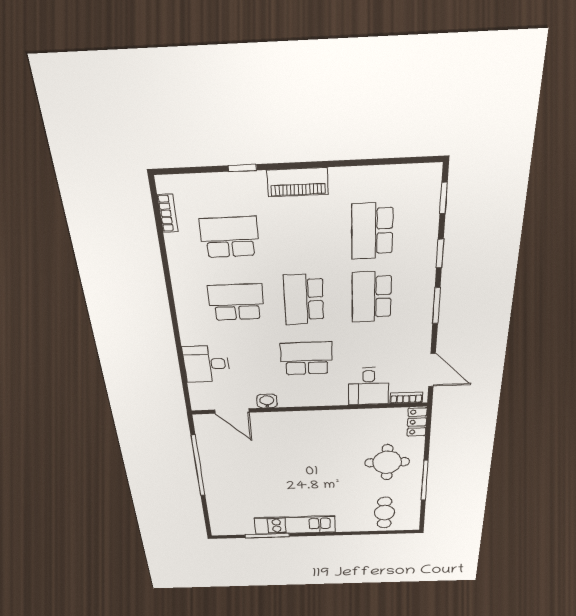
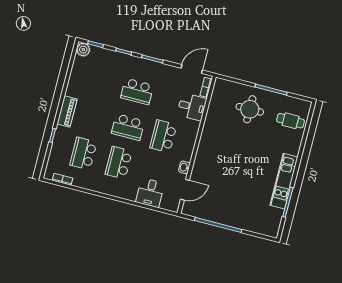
plant: (428, 177) -> (83, 50), added
school desk: (372, 231) -> (102, 82), removed
locker: (417, 422) -> (225, 85), removed

